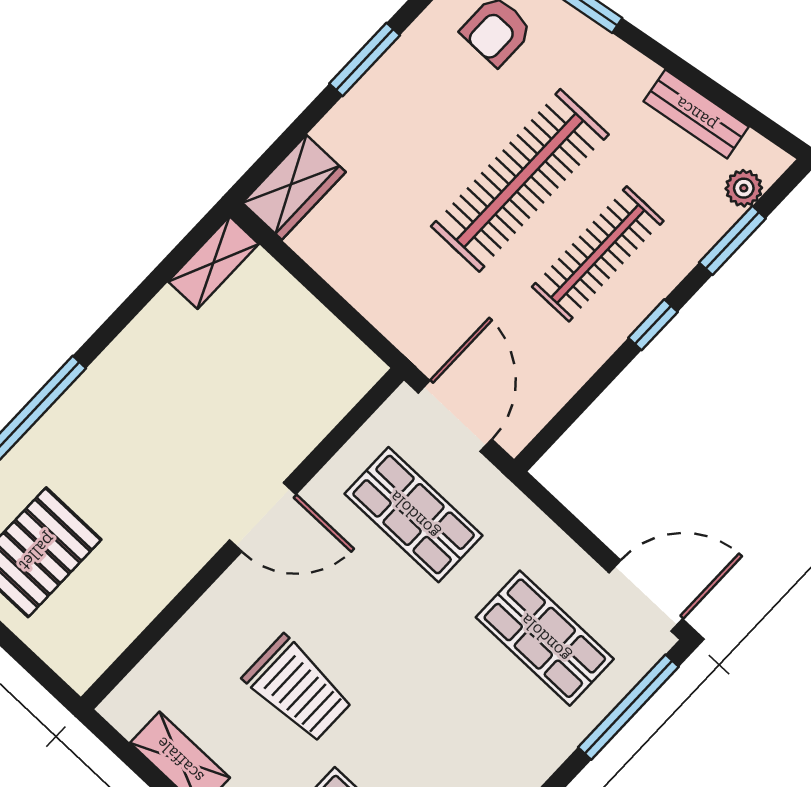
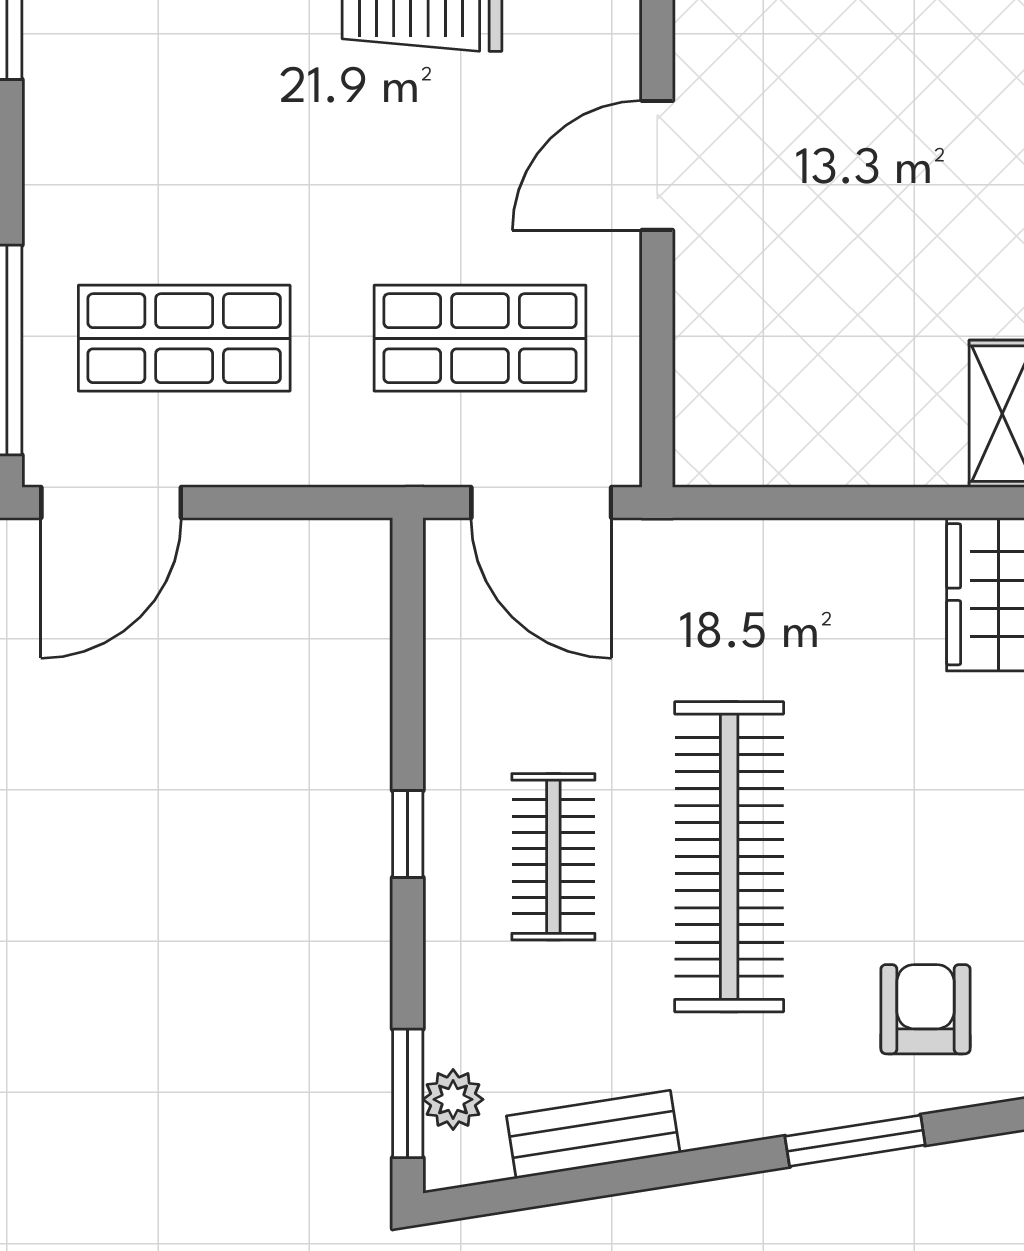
window: (732, 240) -> (408, 1093), moved
clothes rail: (598, 254) -> (553, 857), width x0.73

